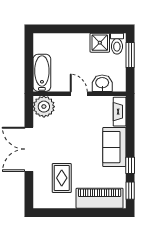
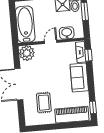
bathtub: (42, 73) -> (25, 24), width x1.36, depth x1.36
door: (79, 94) -> (51, 42), hinge flipped
window: (130, 165) -> (88, 55), moved

